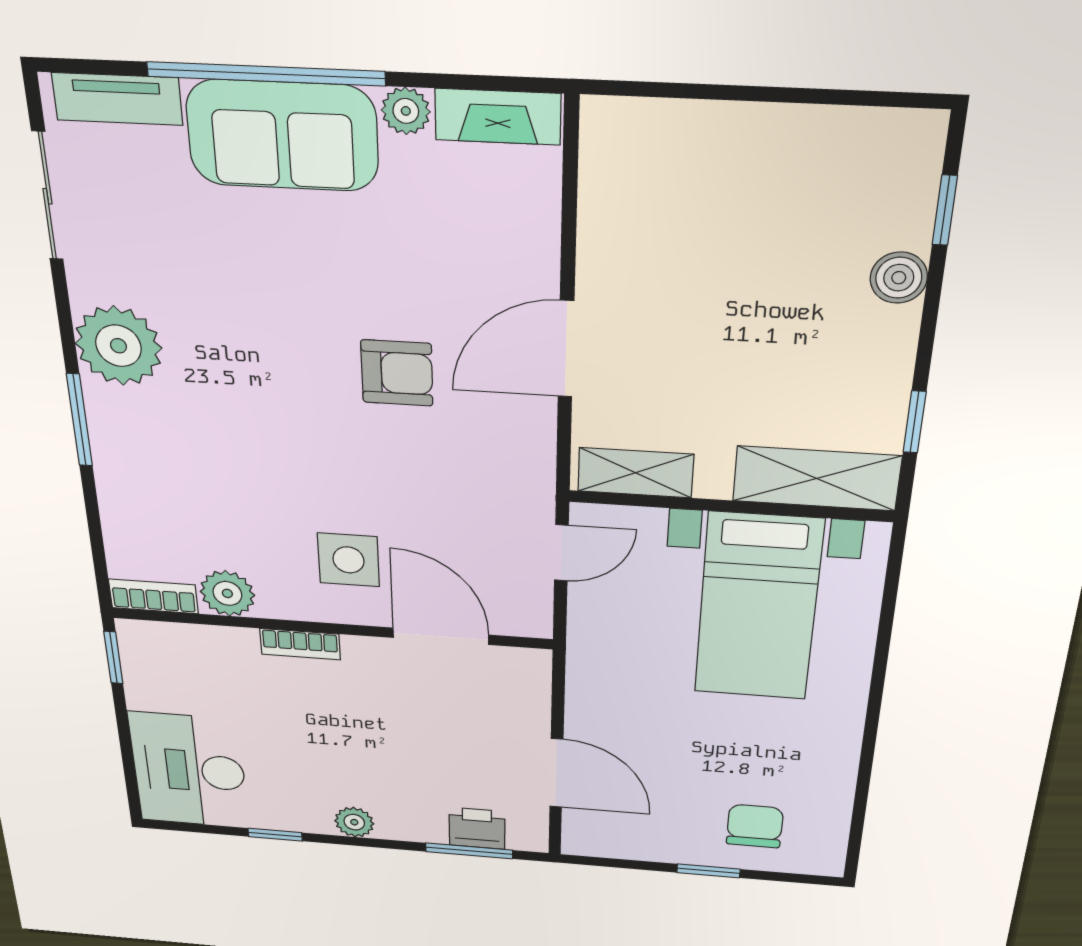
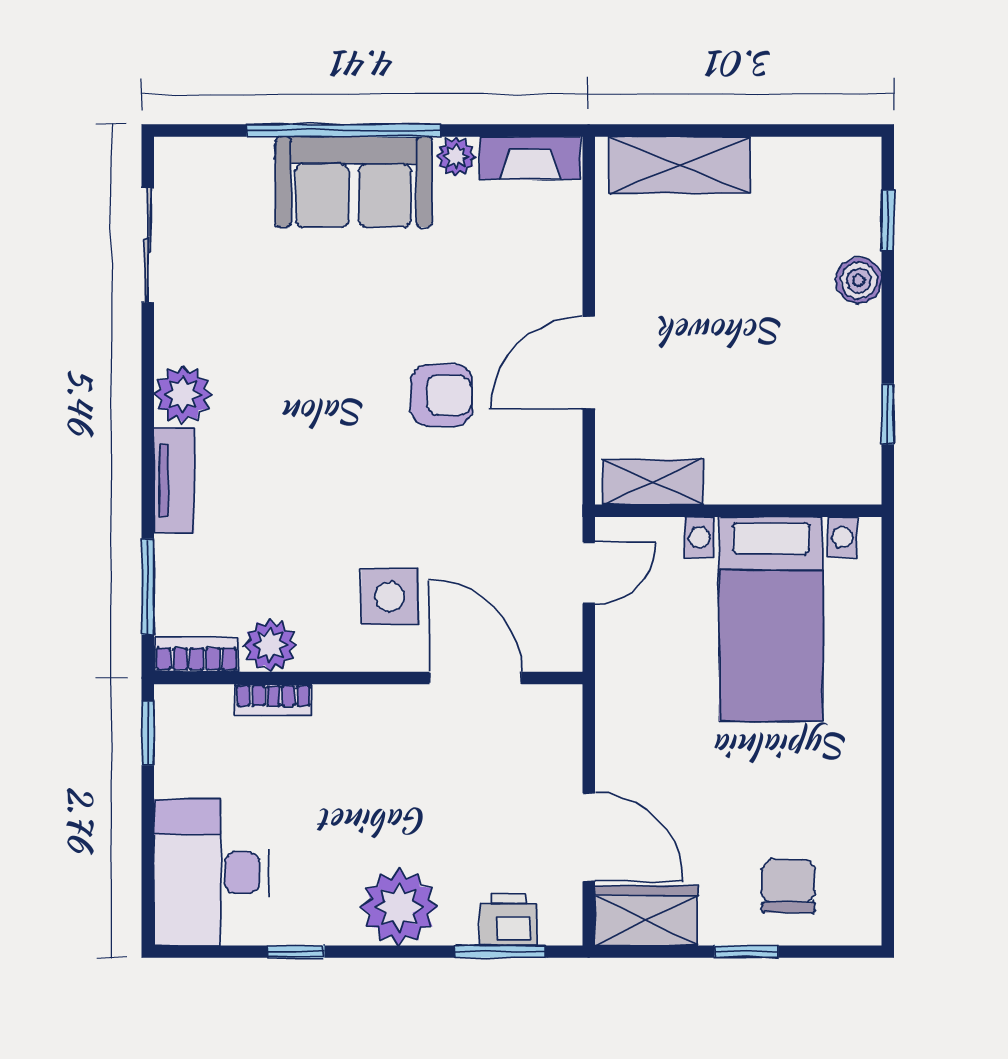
tv unit: (117, 99) -> (174, 480), moved, turned -90
plant: (118, 346) -> (183, 394), width x0.73, depth x0.73
window: (79, 420) -> (148, 587), moved
shelving: (816, 478) -> (680, 165), moved
bookcase: (300, 644) -> (273, 700), moved
plant: (354, 822) -> (399, 907), width x1.87, depth x1.87
wardrobe: (611, 837) -> (646, 916), added

